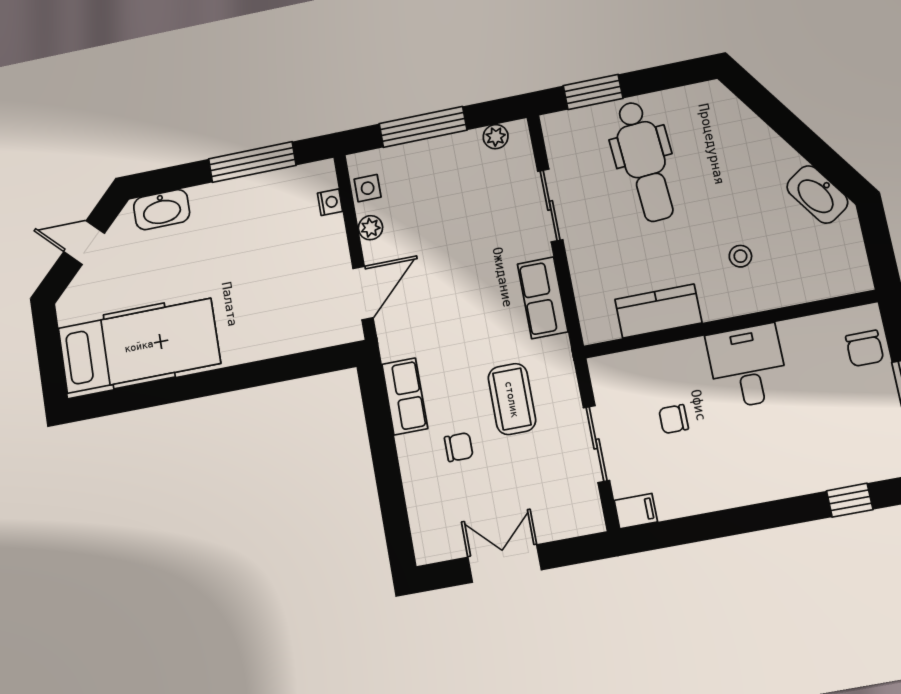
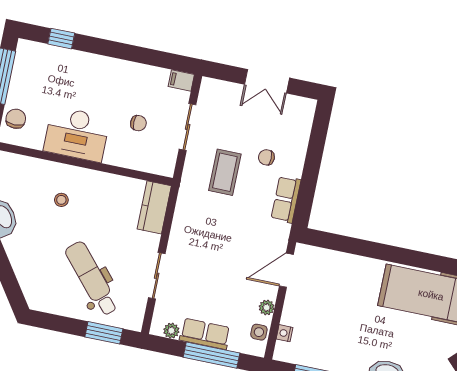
dental chair: (644, 161) -> (92, 279), turned -37
row of seats: (543, 298) -> (205, 334), moved, turned -90
kitchen counter: (658, 311) -> (154, 207), moved, turned 90
desk: (747, 366) -> (77, 134), width x1.37

